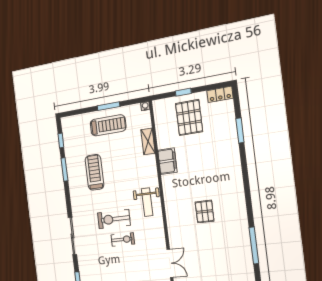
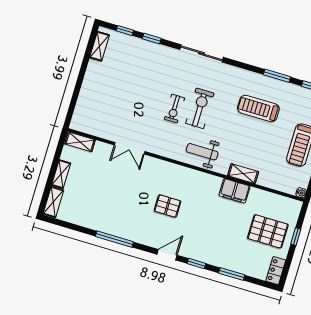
shelving: (148, 141) -> (243, 174), moved
window: (244, 165) -> (196, 264), added
treadmill: (94, 172) -> (258, 109), turned 180
door: (248, 194) -> (167, 255), added

